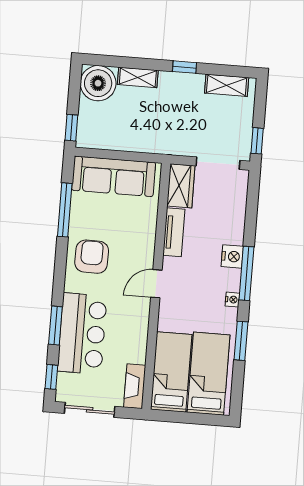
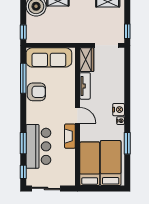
nightstand: (232, 256) -> (119, 110), moved
armchair: (92, 257) -> (36, 92), moved, turned 89
window: (246, 273) -> (127, 105), removed
door: (156, 284) -> (78, 115), swing flipped
fireplace: (135, 386) -> (70, 136), moved

